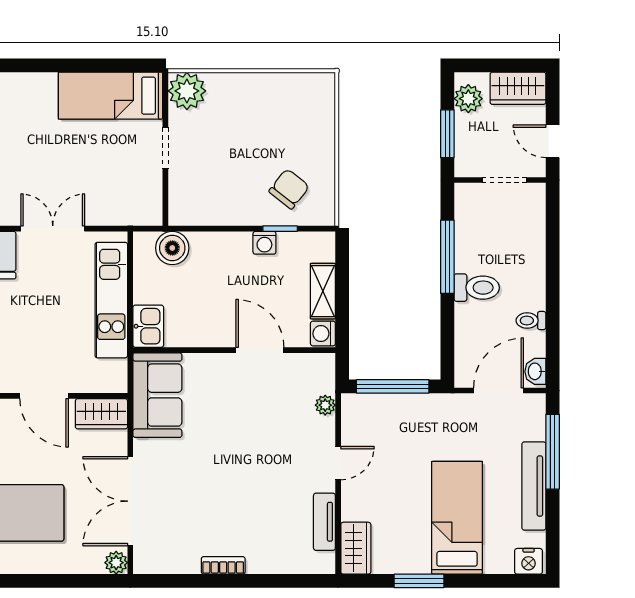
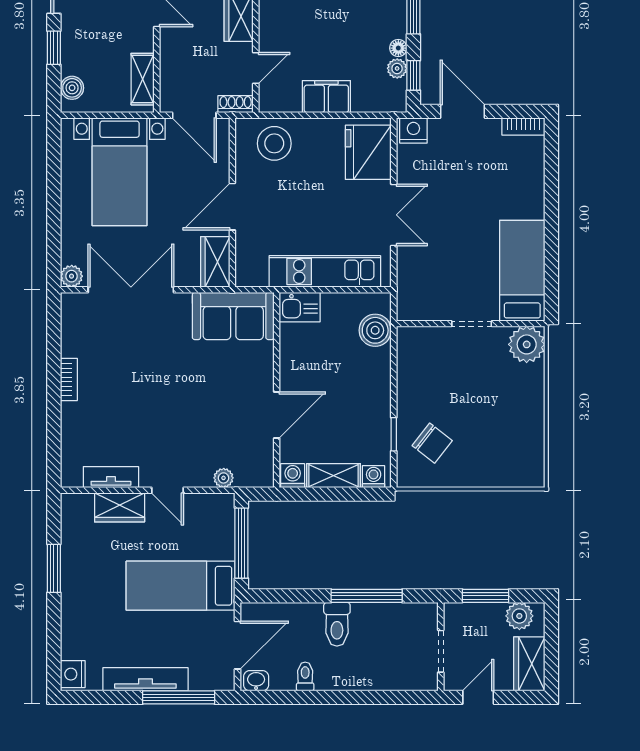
washing machine: (264, 243) -> (374, 477), moved, turned 90
door: (498, 391) -> (238, 645), hinge flipped
bed: (457, 518) -> (181, 586), moved, turned 180
wardrobe: (356, 548) -> (120, 507), moved

